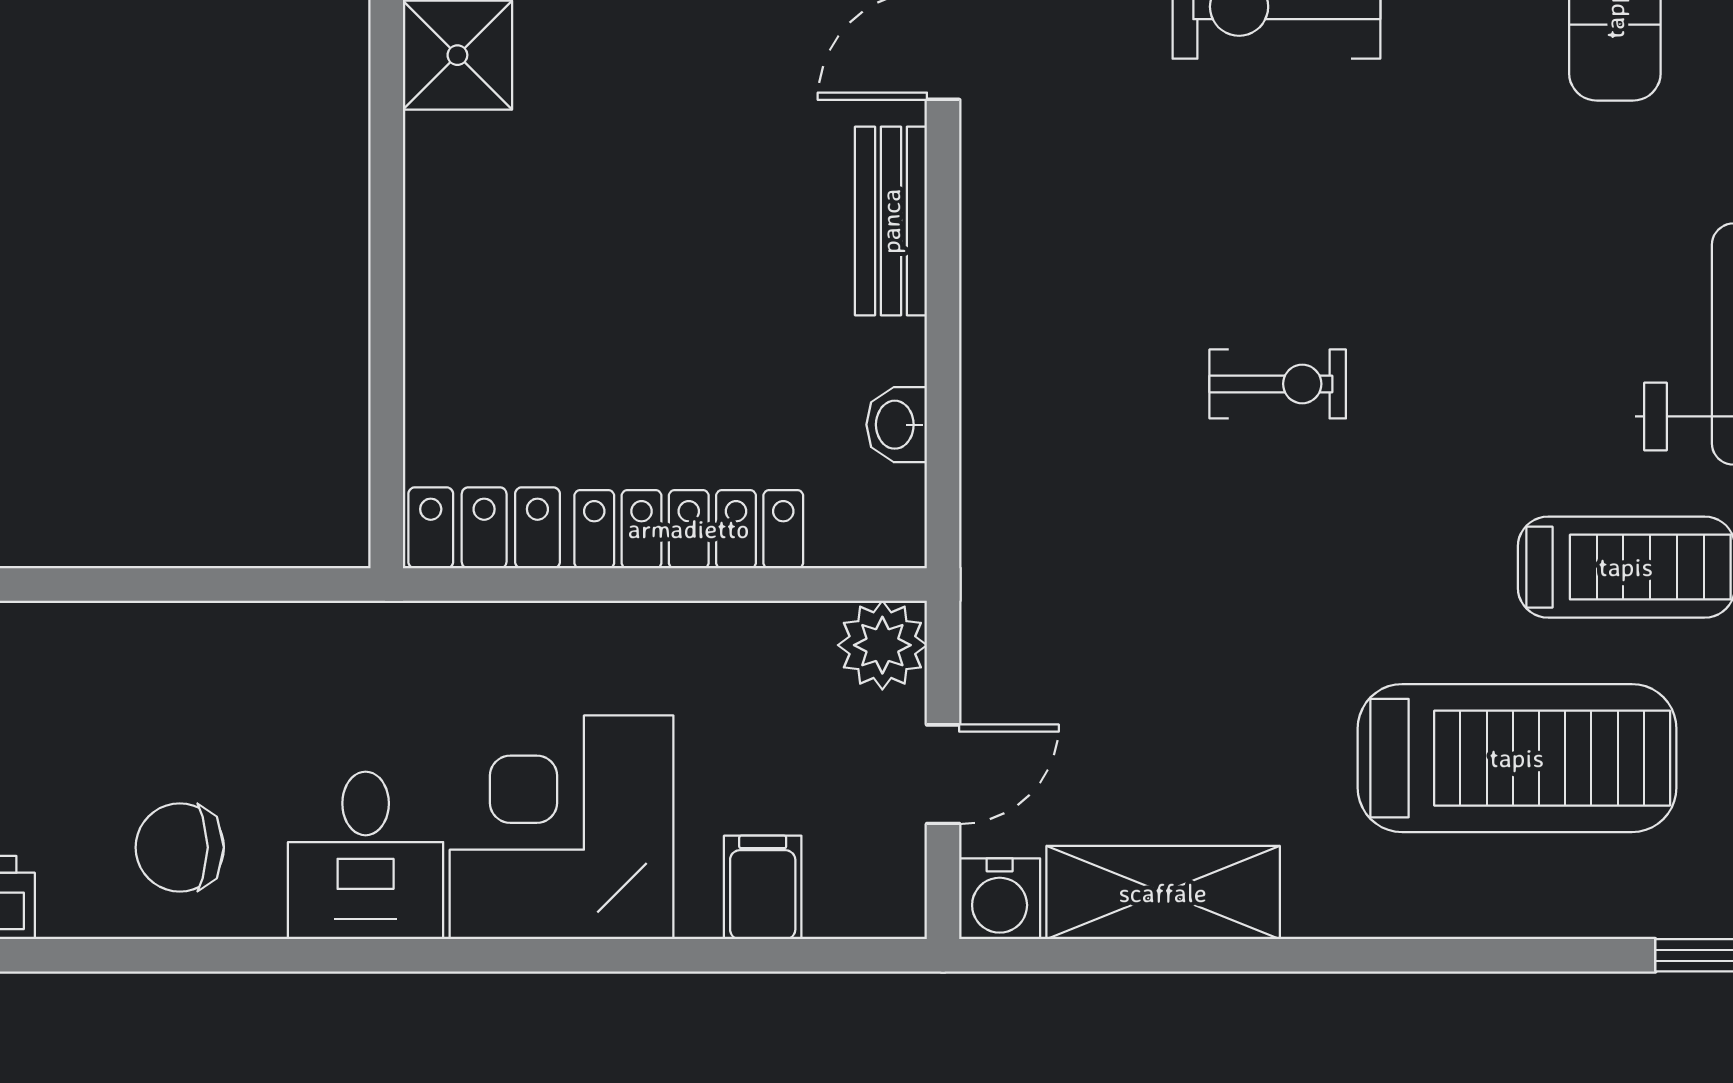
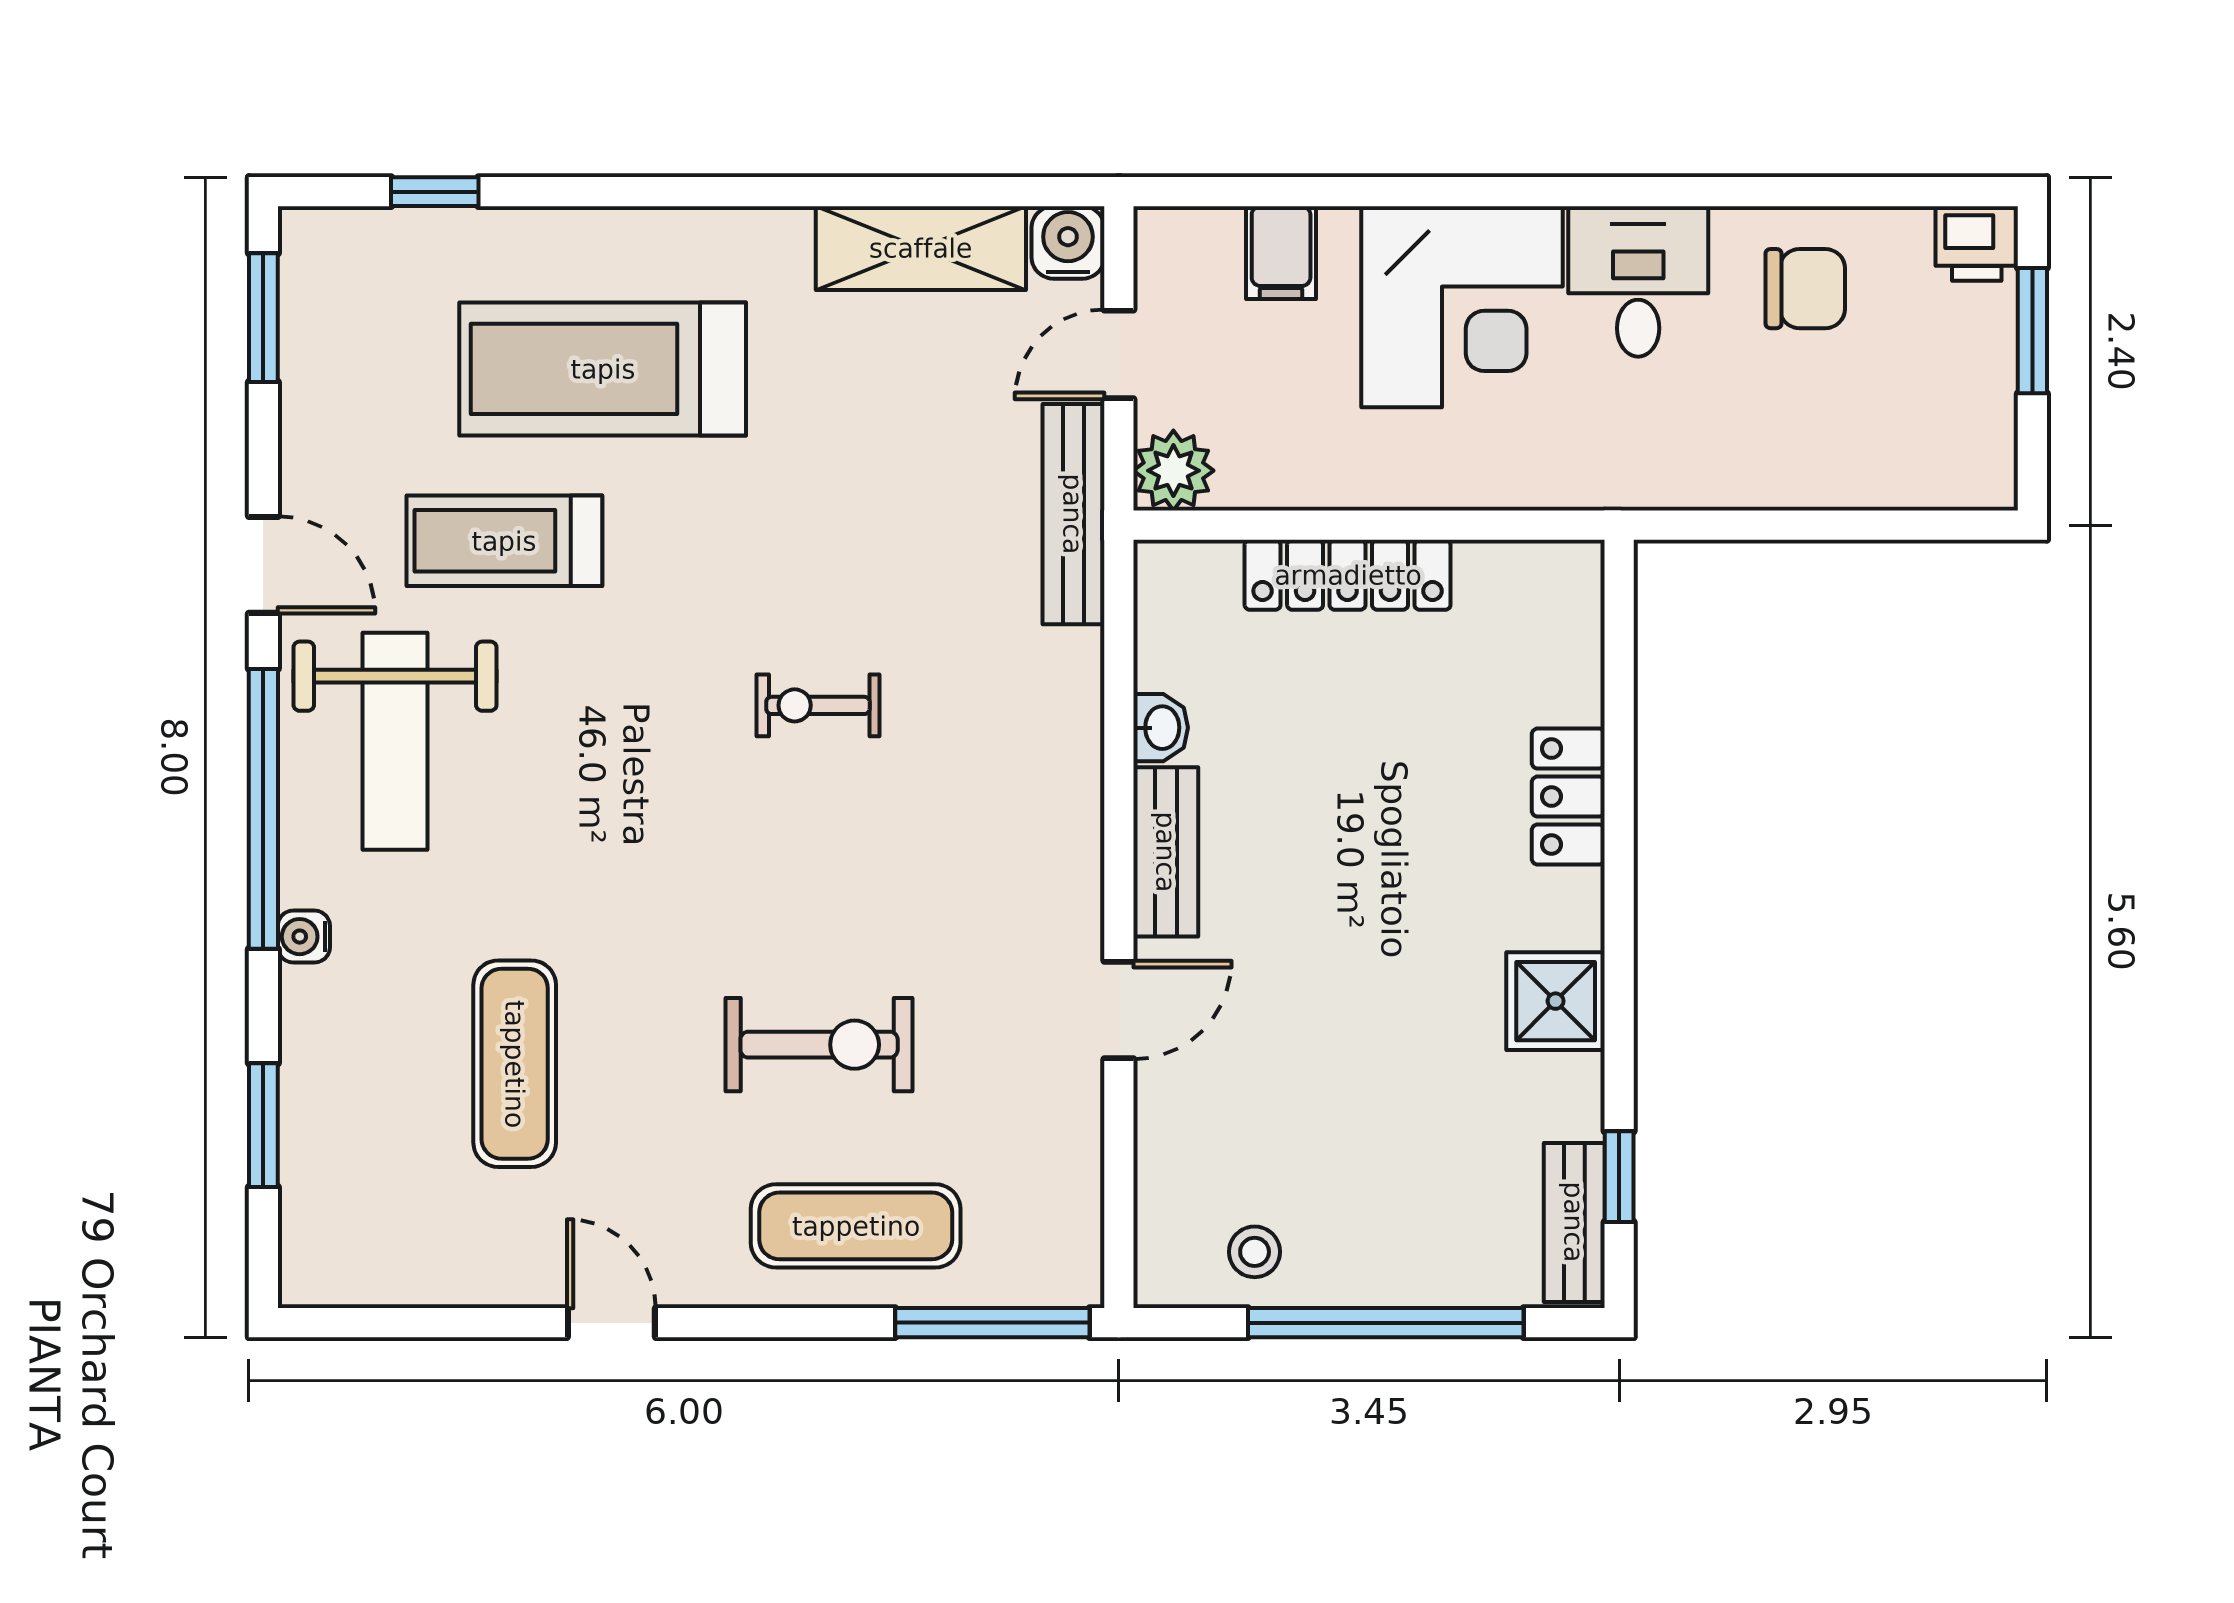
washbasin: (897, 425) -> (1161, 728), moved
locker: (484, 528) -> (1568, 797), moved, turned 90
bench: (993, 597) -> (1073, 514), added

